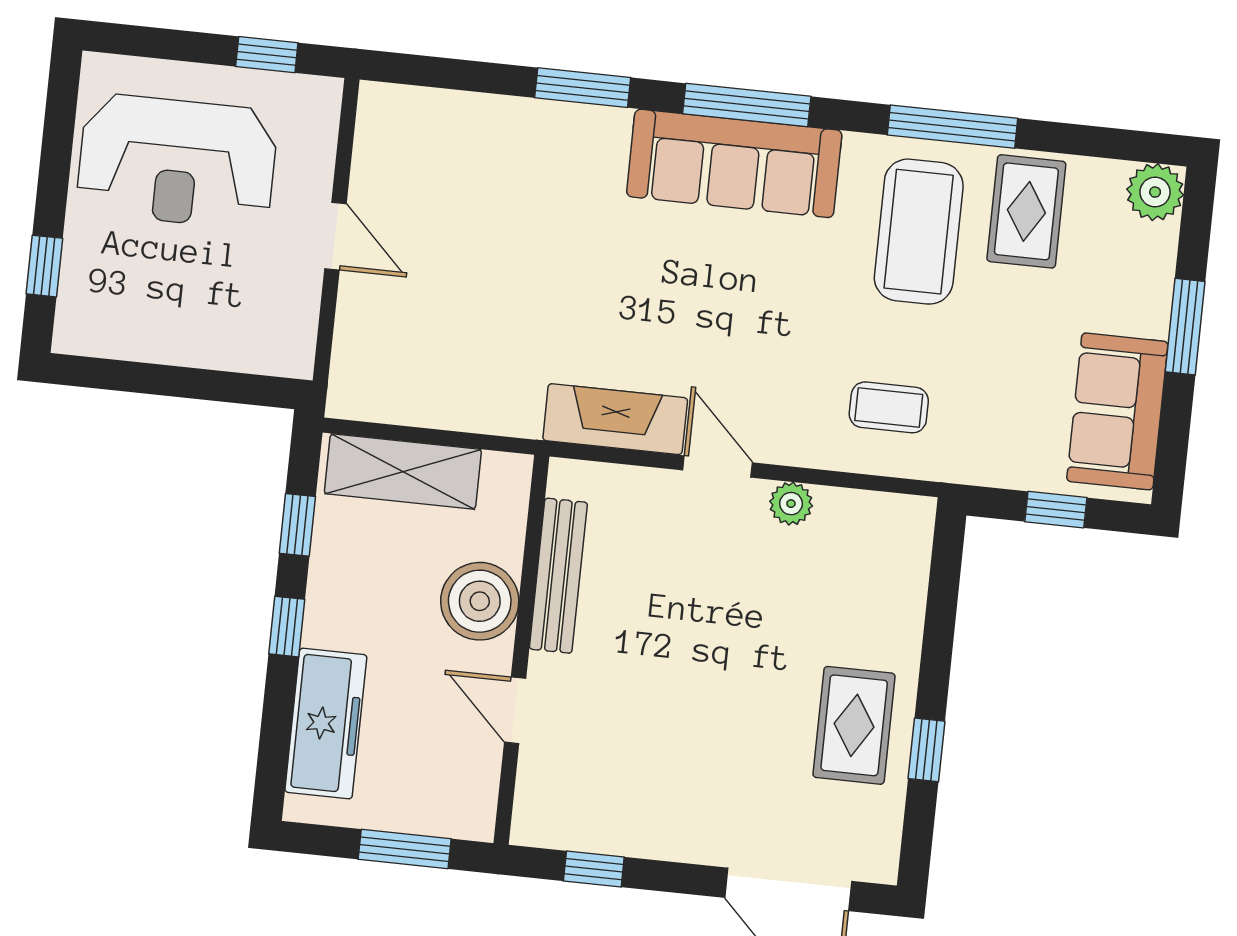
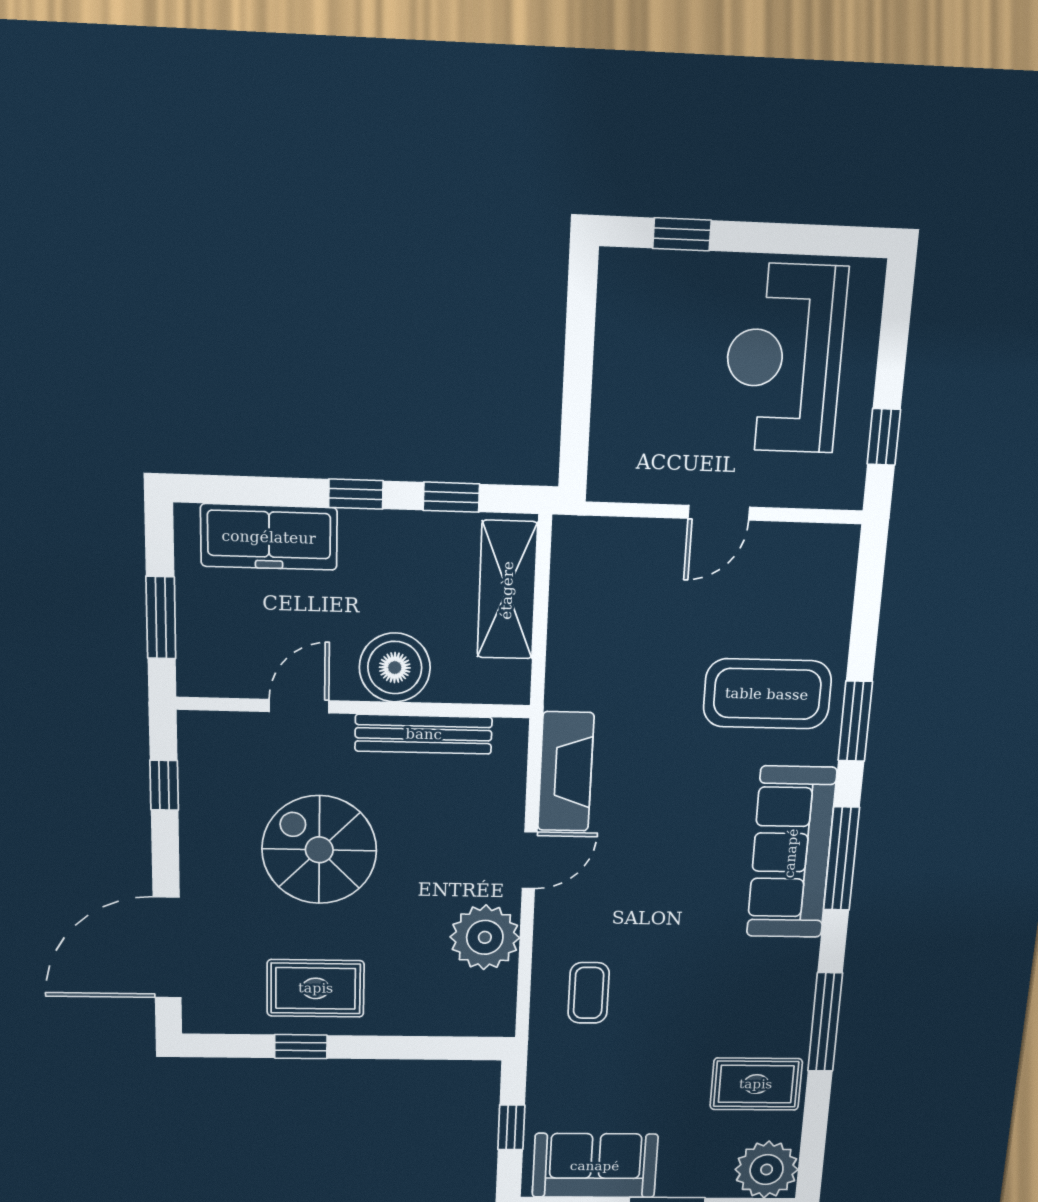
plant: (1155, 192) -> (767, 1170), width x1.36, depth x1.36
coffee table: (919, 232) -> (767, 694), moved
plant: (791, 504) -> (485, 937), width x1.88, depth x1.88
spiral stairs: (684, 704) -> (319, 850), added

